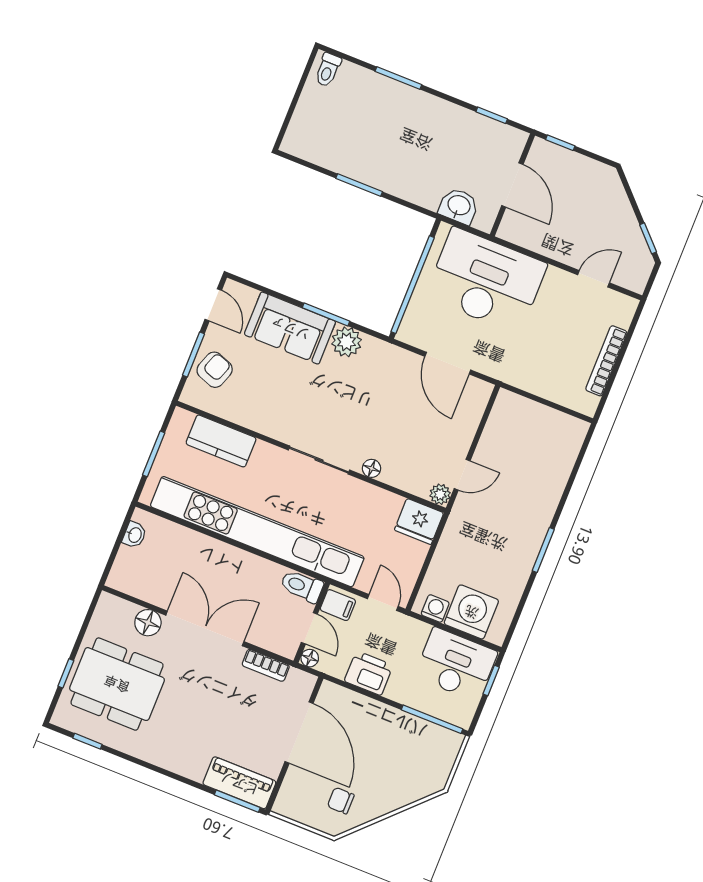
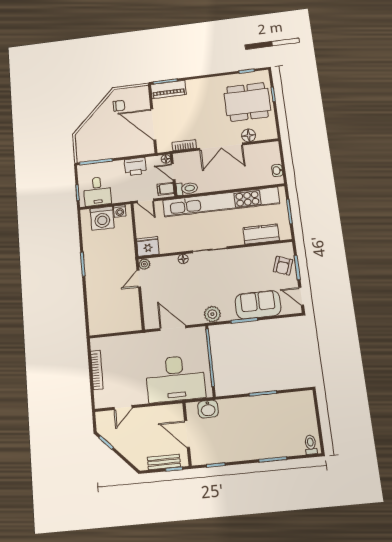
bench: (571, 162) -> (164, 462), added
plant: (347, 342) -> (212, 314), moved
desk: (456, 664) -> (97, 191), width x0.73

